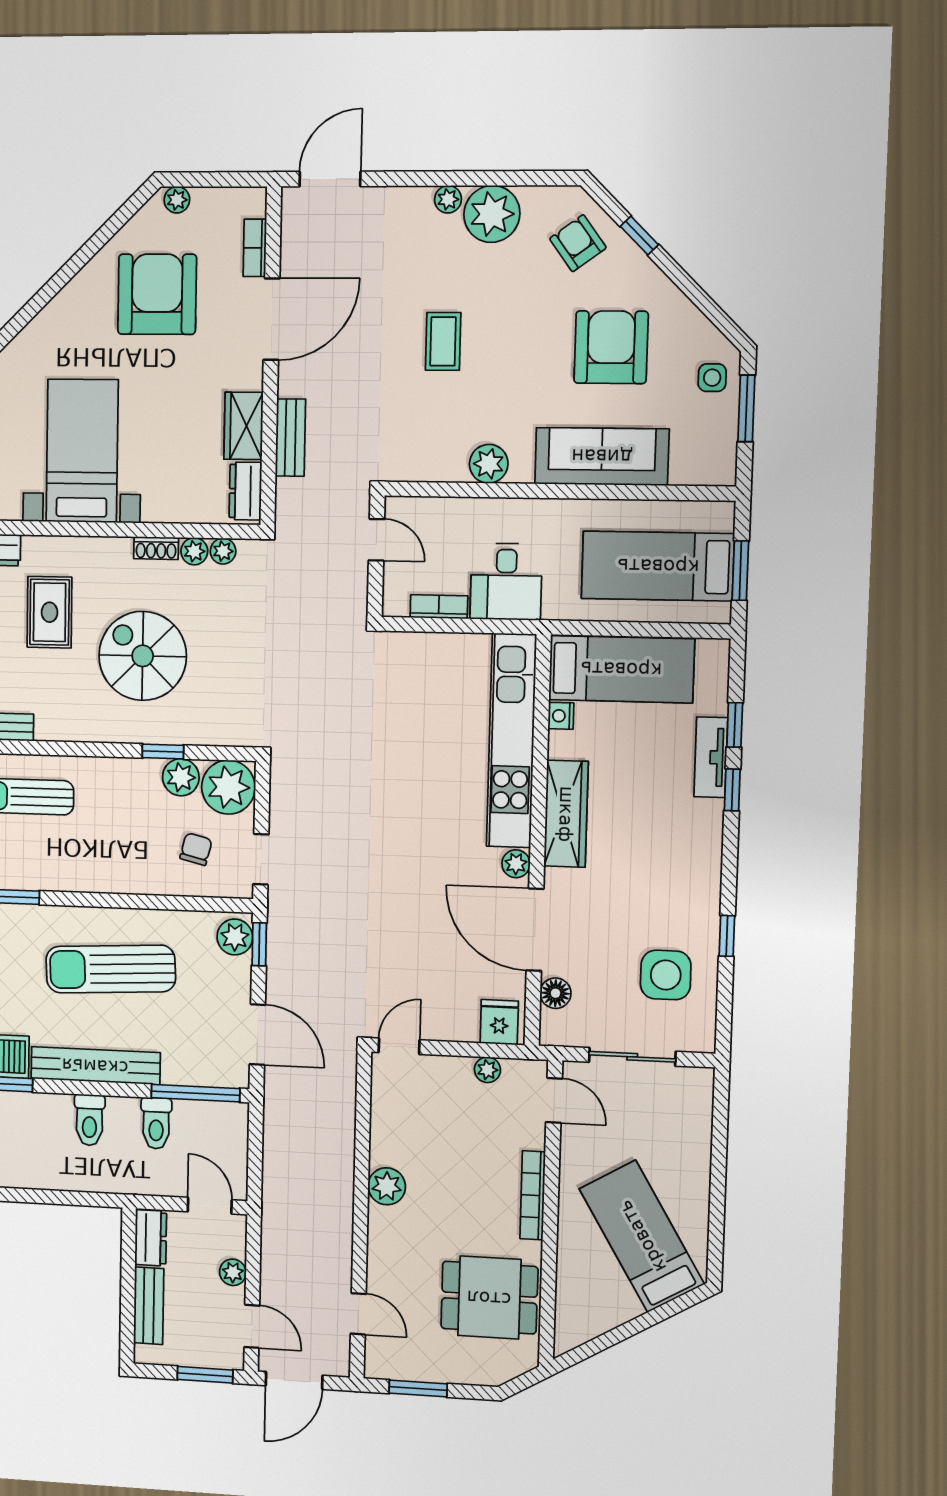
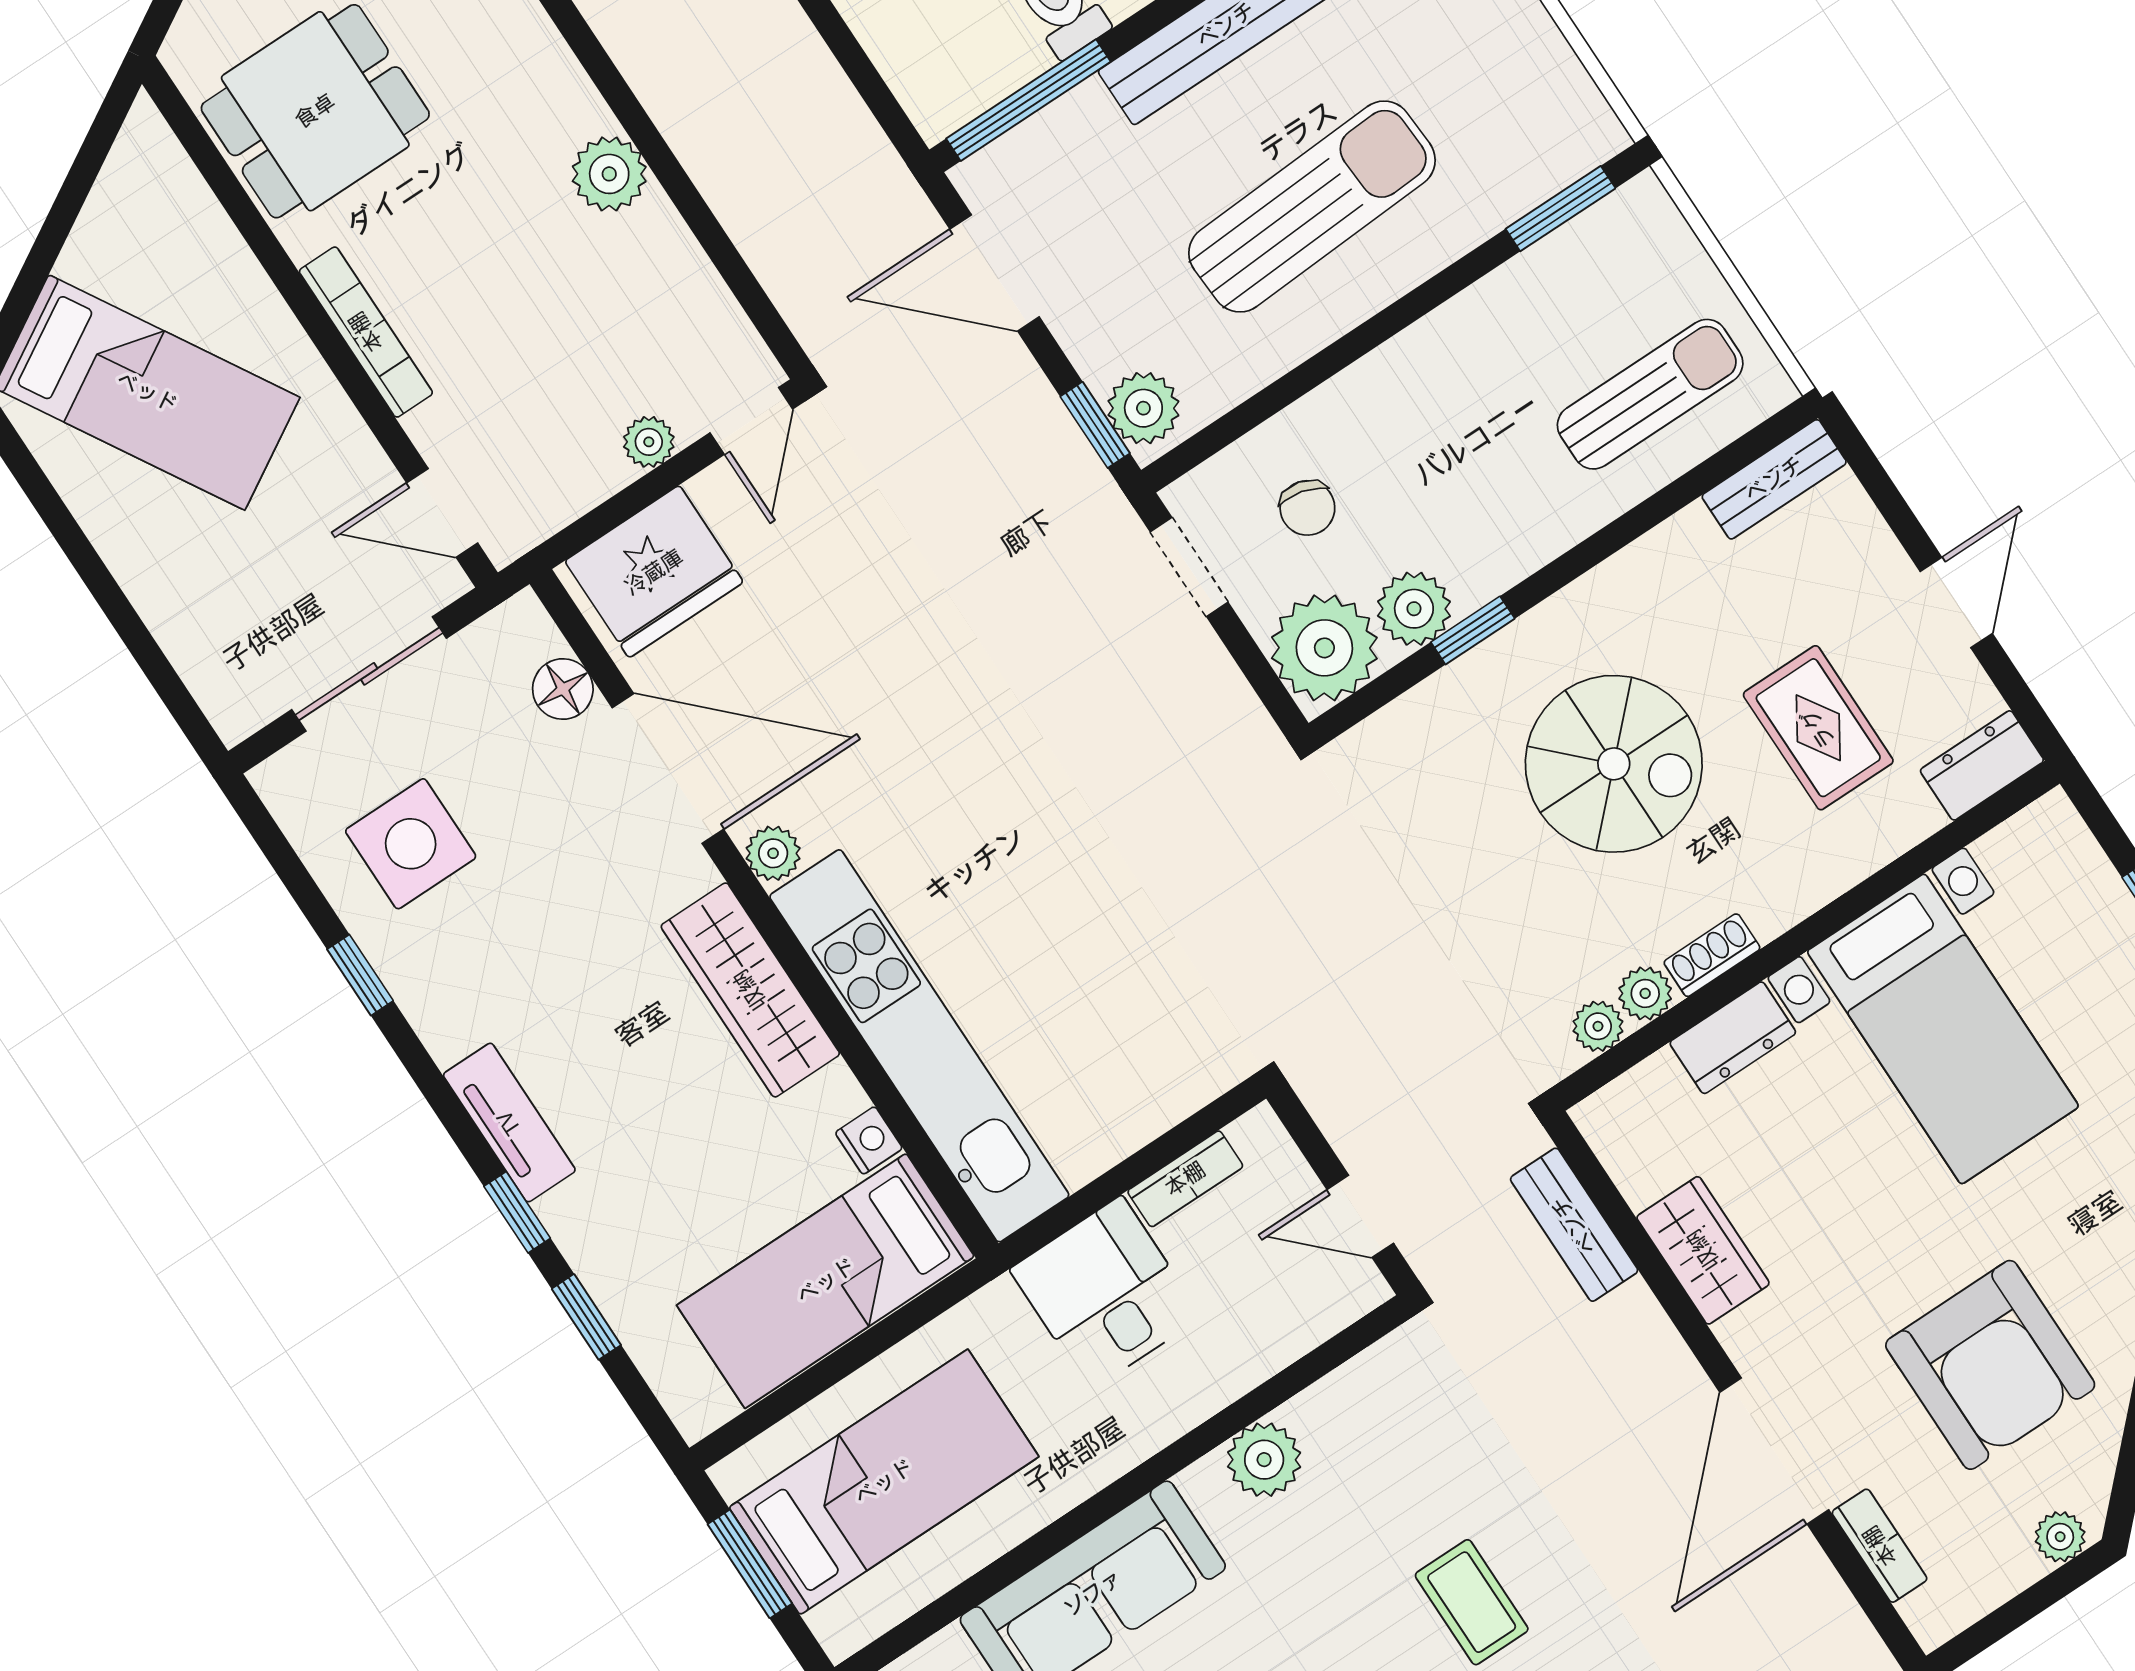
bench: (290, 438) -> (1574, 1225), moved
dresser: (245, 491) -> (1733, 1038), moved, turned 90
tv unit: (711, 757) -> (509, 1123), moved
fridge: (499, 1022) -> (654, 572), width x1.88, depth x1.34
plant: (487, 1070) -> (649, 442), moved

